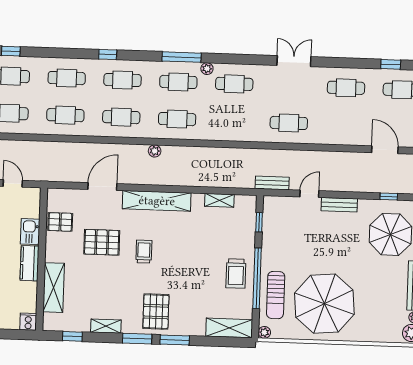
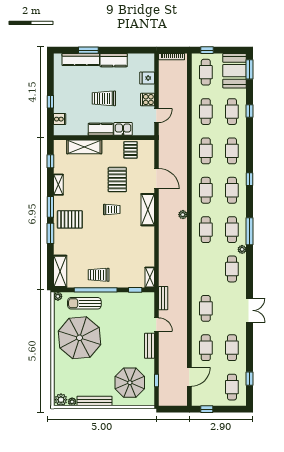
cafe table: (345, 125) -> (206, 348), added
shelving: (219, 200) -> (150, 277), moved
shelving: (157, 201) -> (148, 210), width x0.68
cooker: (28, 322) -> (60, 119), moved

